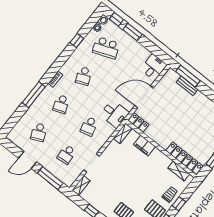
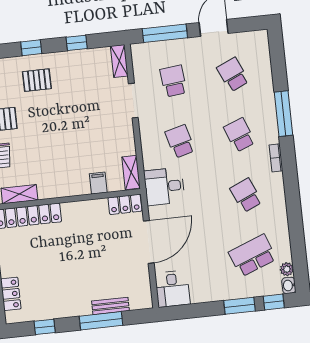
window: (77, 40) -> (296, 230), removed
window: (188, 76) -> (101, 321), moved
filing cabinet: (144, 146) -> (98, 183), width x0.50

